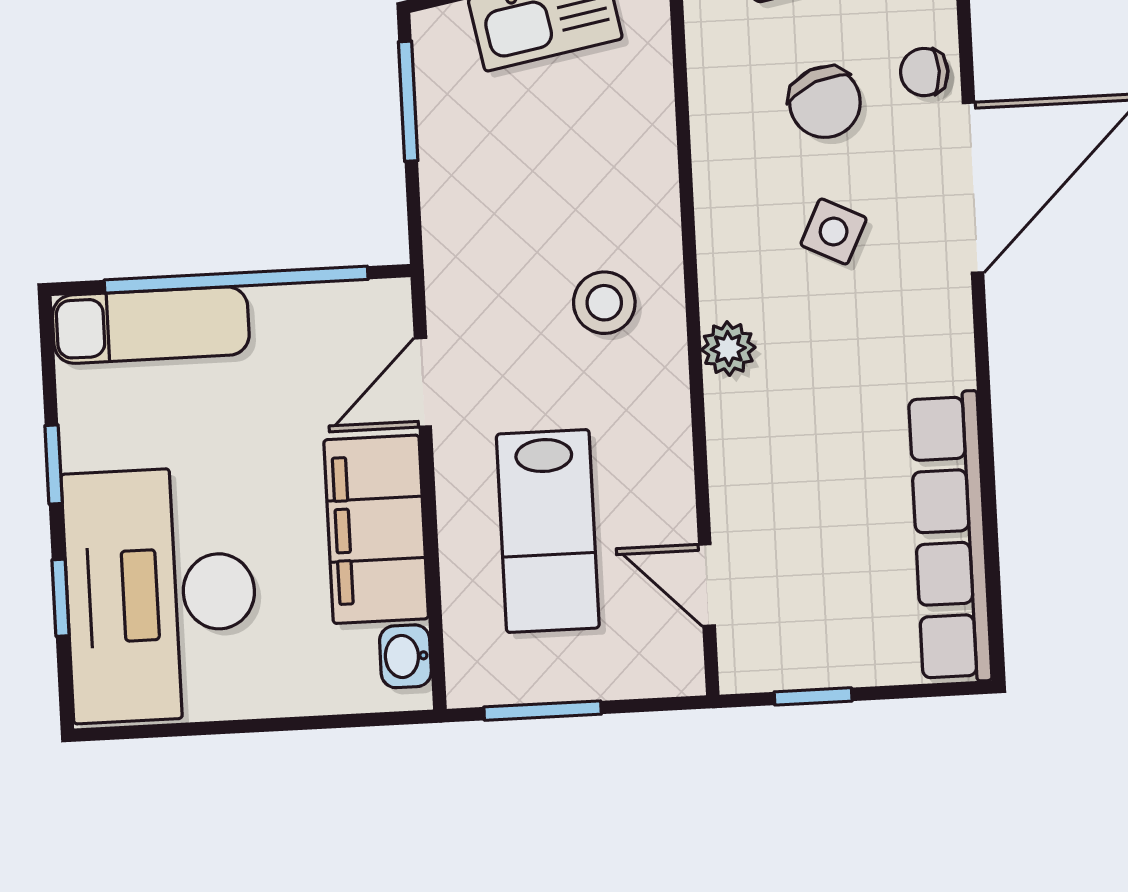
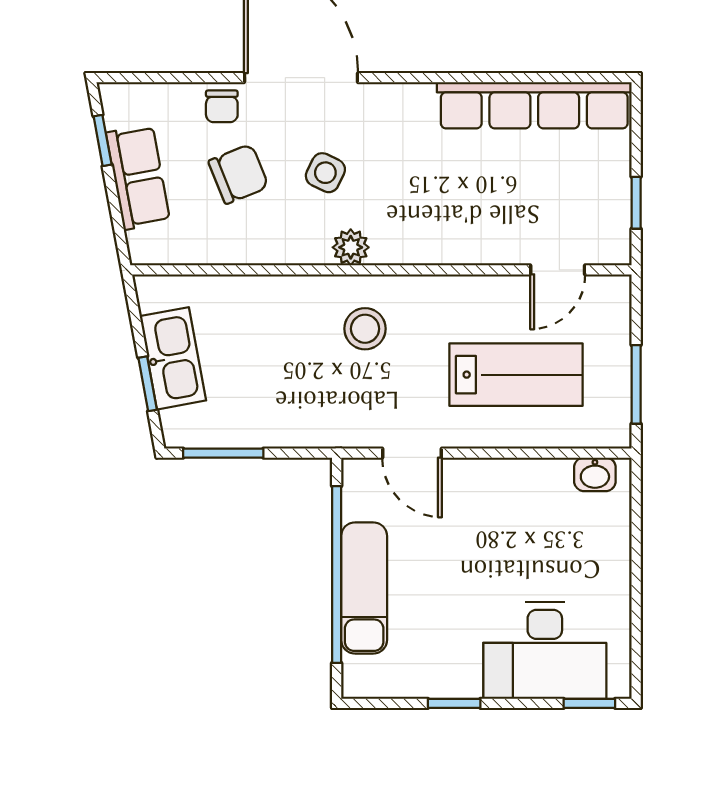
exam couch: (151, 325) -> (364, 588), moved
plant: (728, 349) -> (351, 247), moved
filing cabinet: (376, 529) -> (509, 490), removed
desk: (161, 594) -> (545, 650), width x0.73, depth x0.77
window: (61, 598) -> (589, 703), moved

